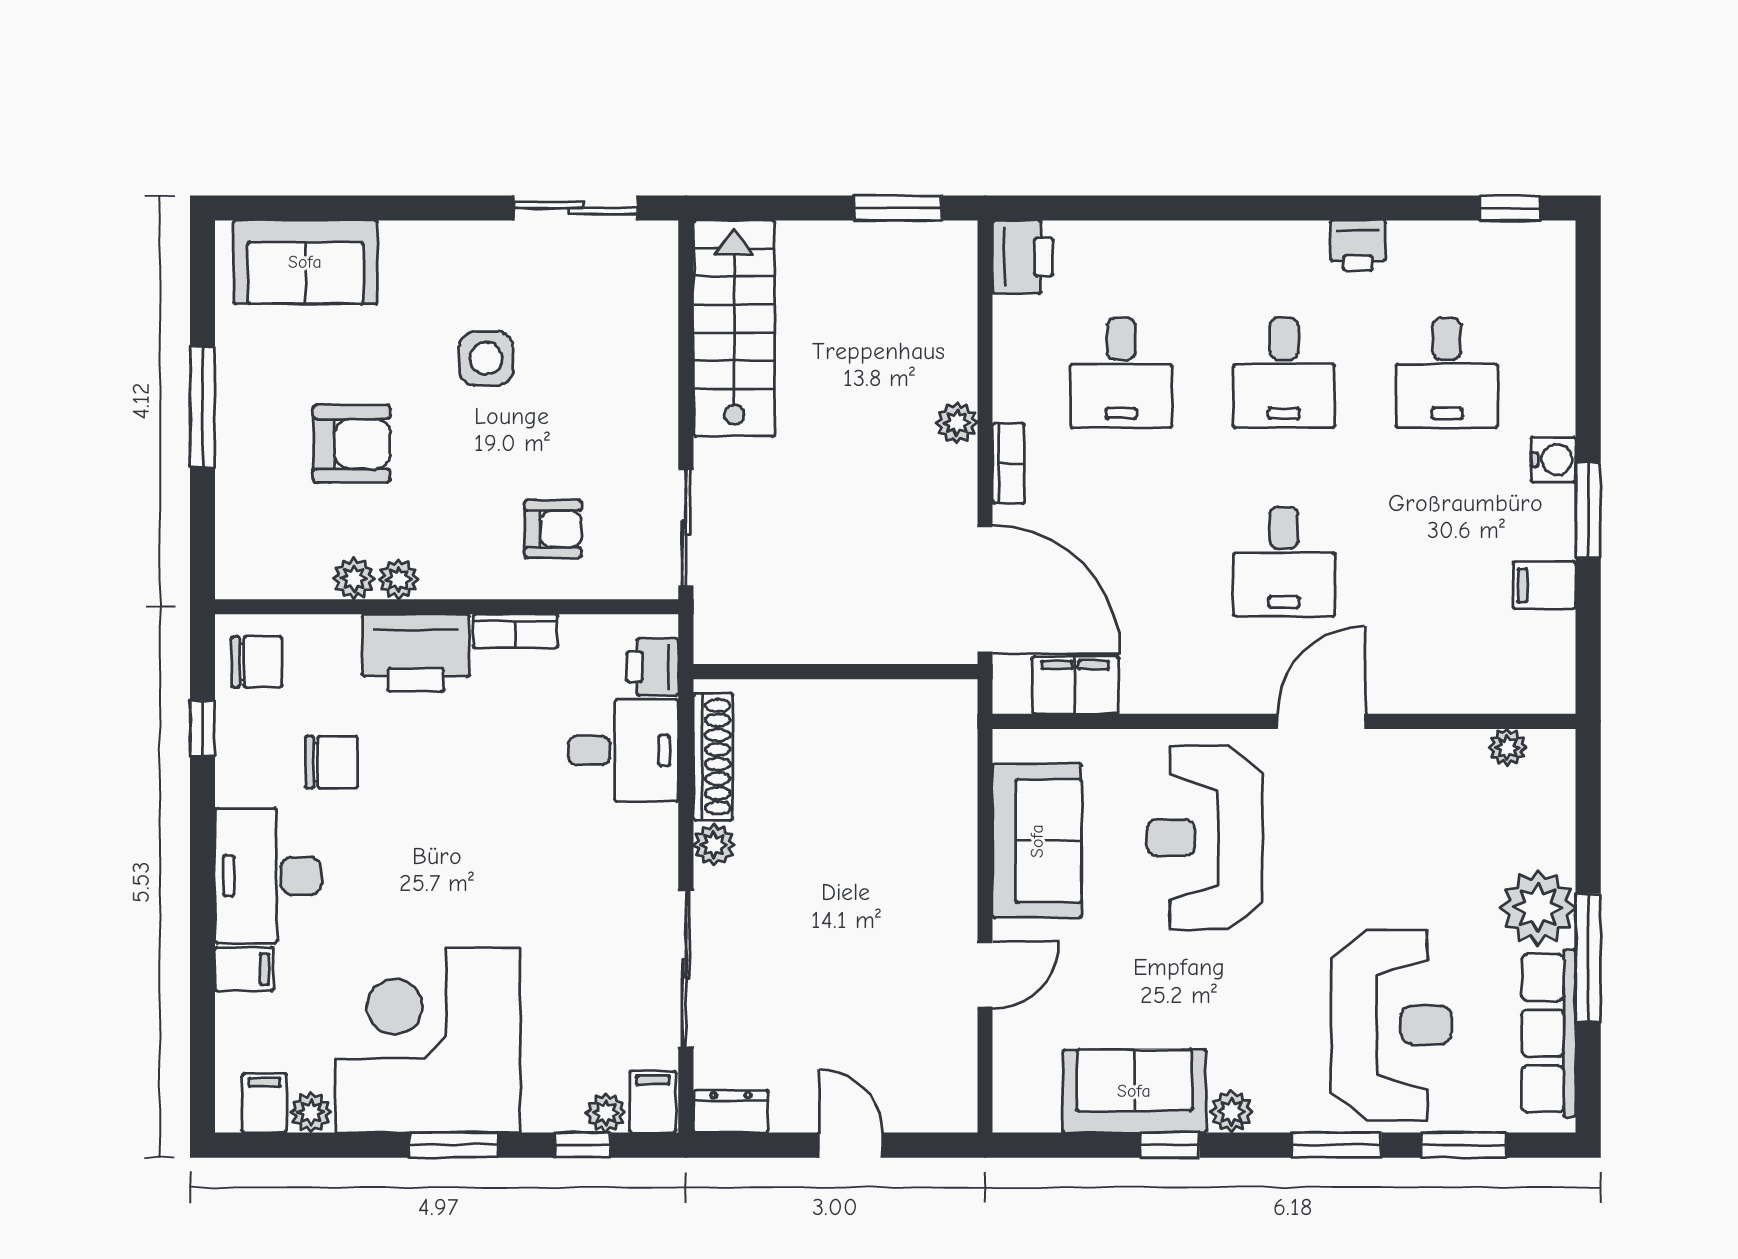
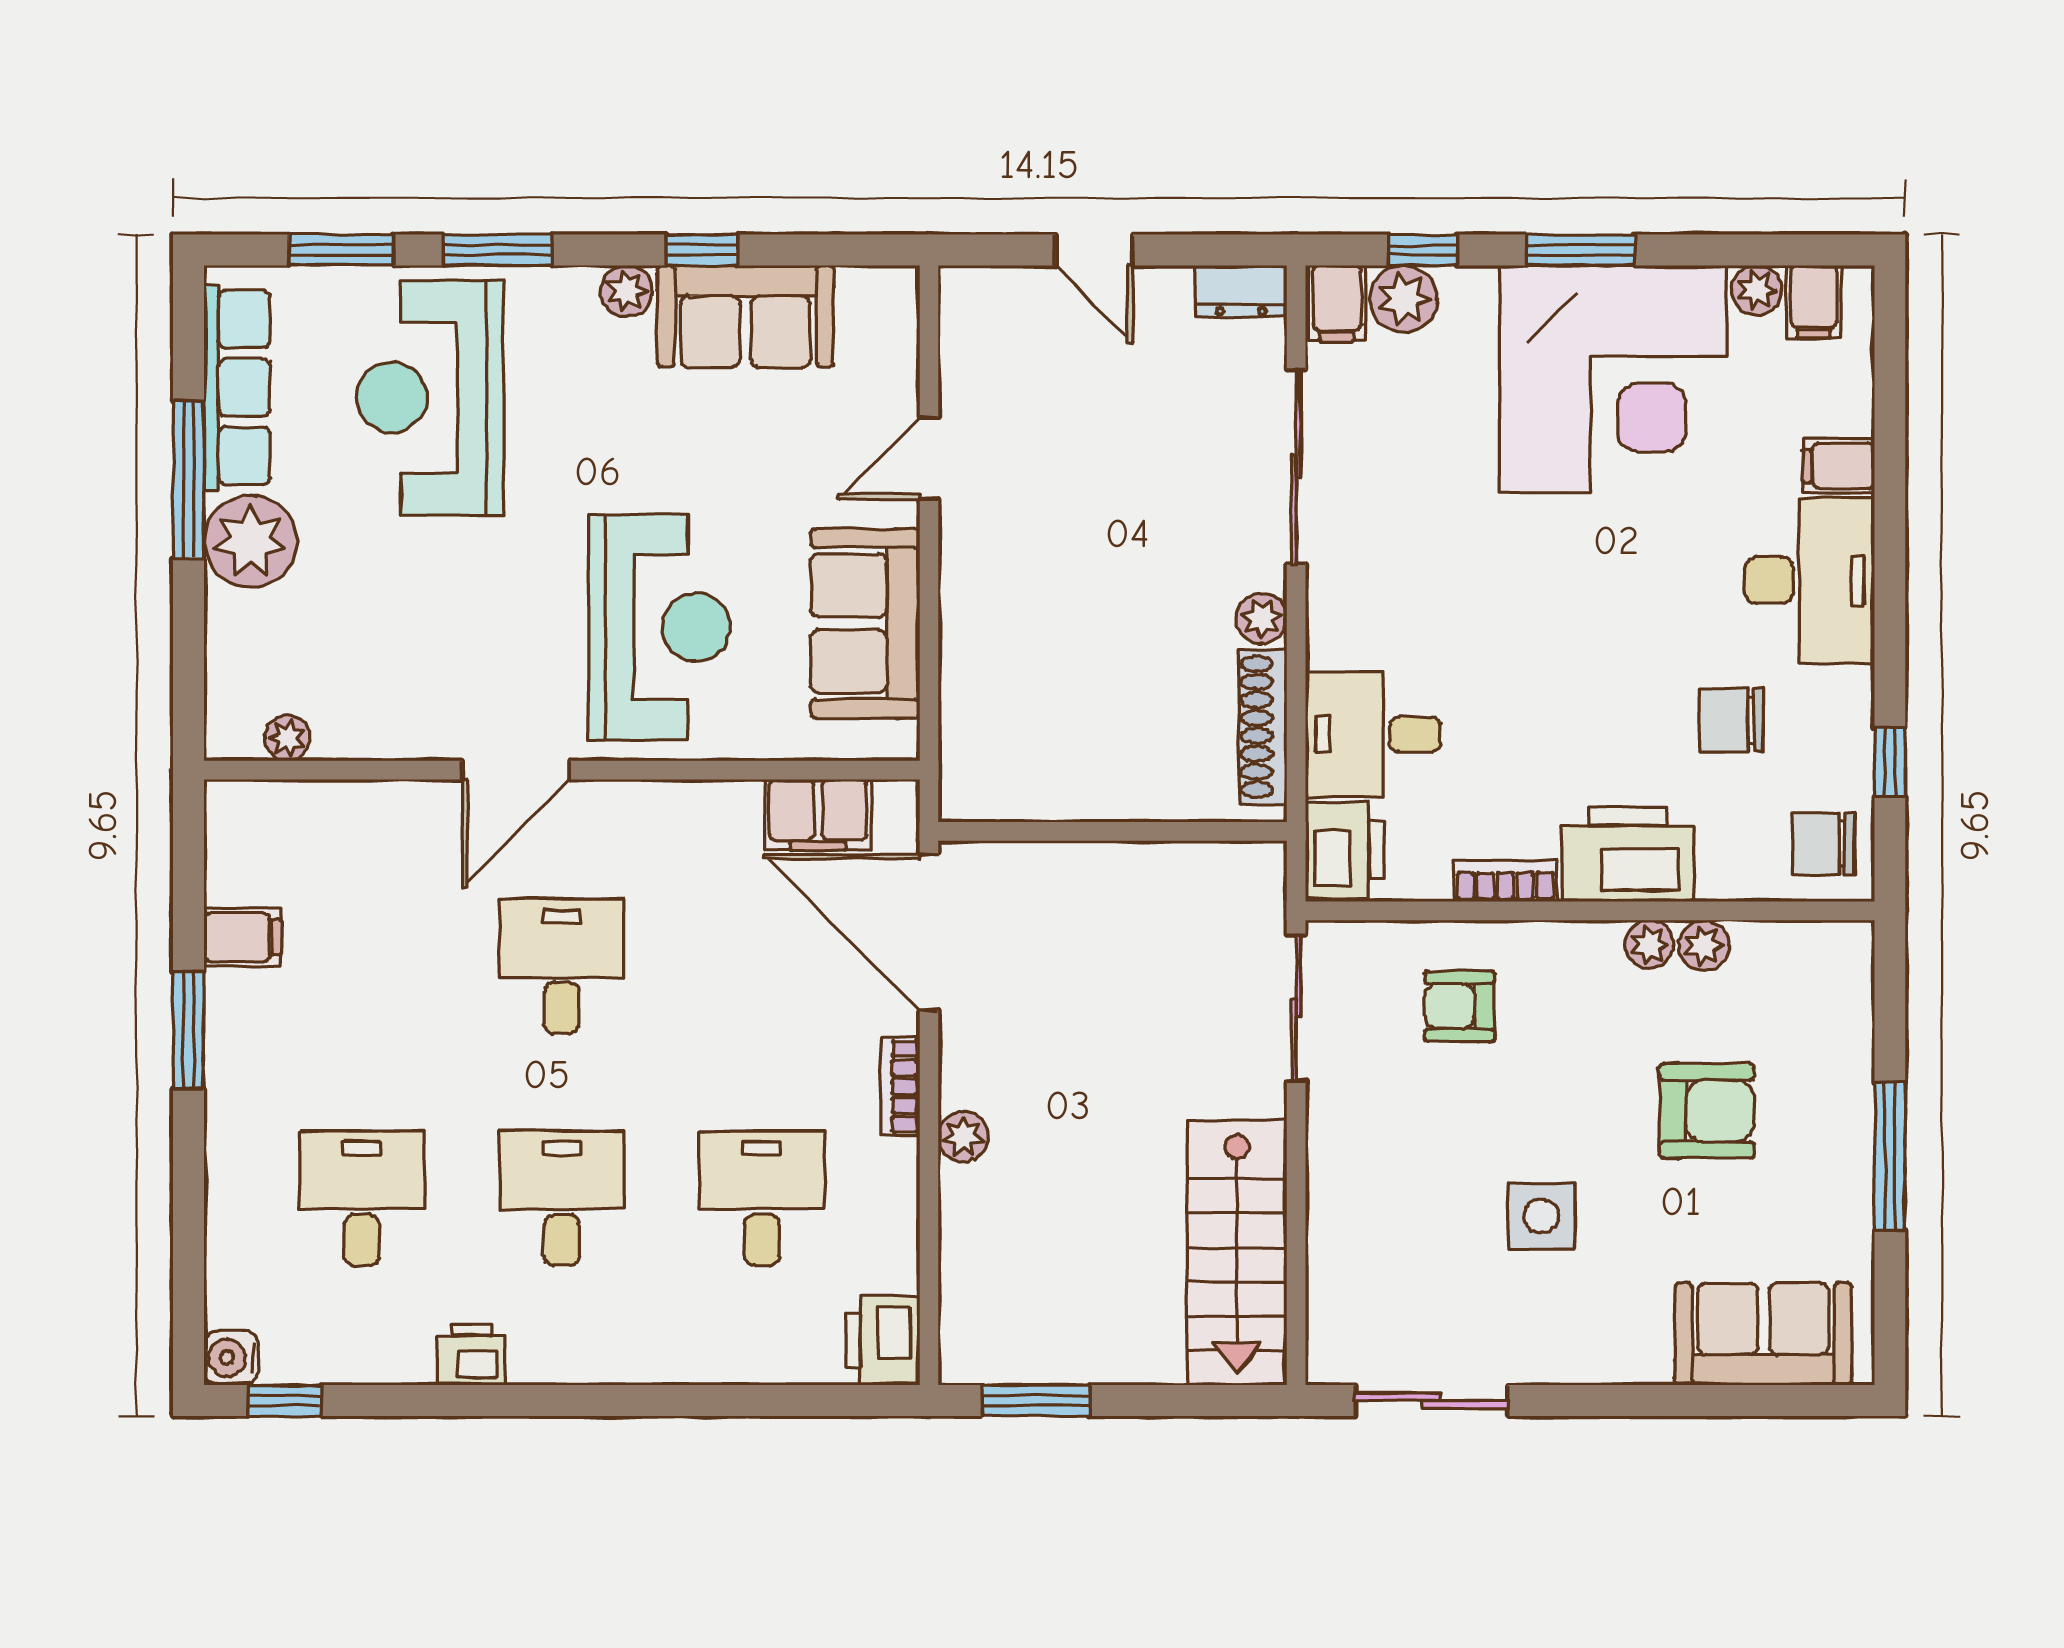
armchair: (352, 444) -> (1707, 1111), turned 180
water cooler: (1553, 460) -> (231, 1358), moved
printer: (652, 667) -> (1345, 850), width x1.36, depth x1.24
plant: (606, 1113) -> (1404, 299), width x1.38, depth x1.38

